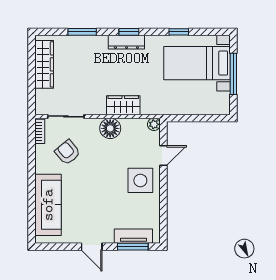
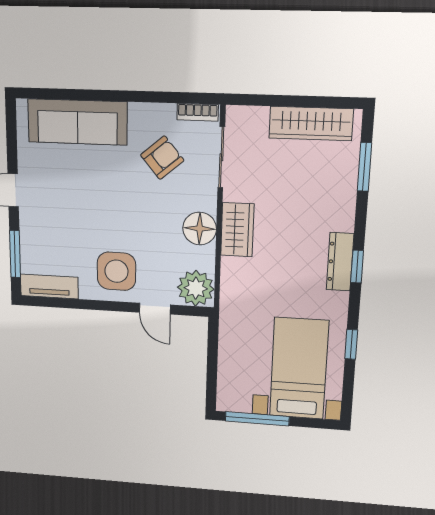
window: (82, 32) -> (364, 167), moved
window: (233, 74) -> (257, 419), moved
wardrobe: (123, 105) -> (237, 230), moved
plant: (154, 124) -> (196, 288), width x1.88, depth x1.88
tv unit: (133, 236) -> (49, 286), moved, turned -90

